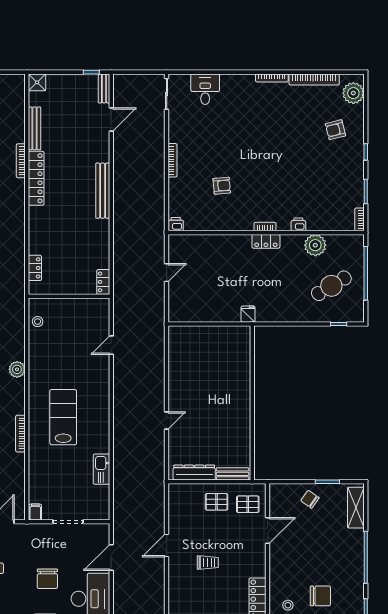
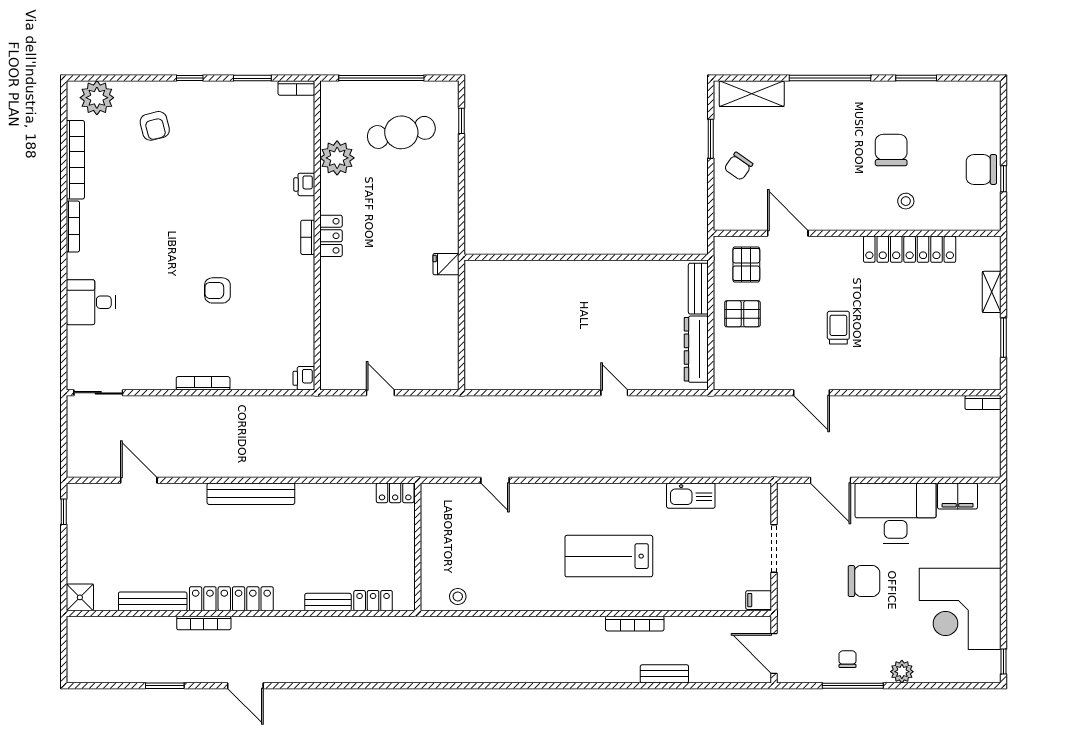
bench: (104, 88) -> (328, 602), moved
desk: (205, 89) -> (91, 302), moved
armchair: (222, 186) -> (217, 290), moved, turned -85
cafe table: (331, 286) -> (401, 132), turned -70
plant: (17, 369) -> (533, 629), removed
pallet: (217, 502) -> (742, 314), turned 90

